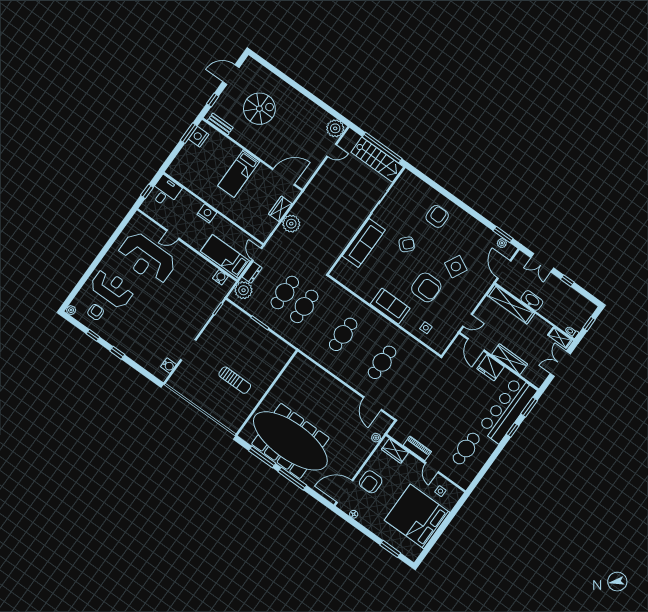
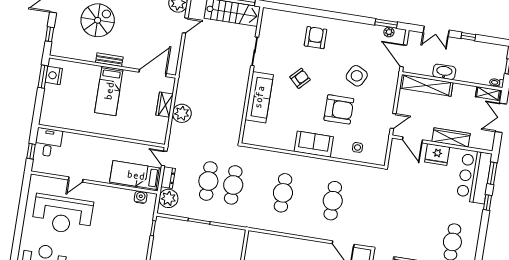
bench: (220, 124) -> (109, 60), moved
nightstand: (207, 213) -> (98, 144), removed
bar counter: (507, 410) -> (474, 177), width x0.73

